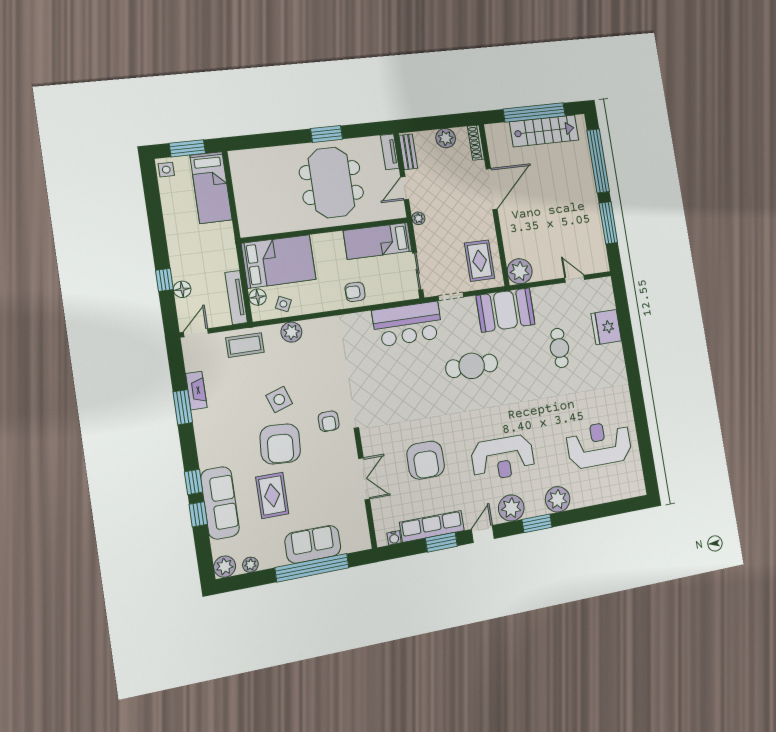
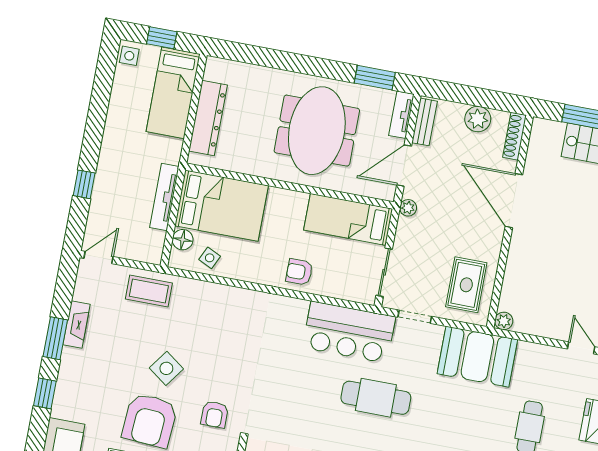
window: (327, 134) -> (375, 78), moved
window: (187, 148) -> (162, 38), width x0.67
door: (405, 188) -> (404, 166), width x1.38
door: (492, 189) -> (514, 201), swing flipped
dresser: (245, 198) -> (208, 118), added
plant: (520, 271) -> (504, 321), width x0.53, depth x0.53
floor lamp: (182, 289) -> (100, 202), removed
tv unit: (236, 297) -> (164, 197), moved
plant: (291, 332) -> (208, 294), removed
cafe table: (472, 366) -> (376, 398), moved
side table: (279, 400) -> (166, 368), turned -35
window: (194, 482) -> (45, 393), moved

